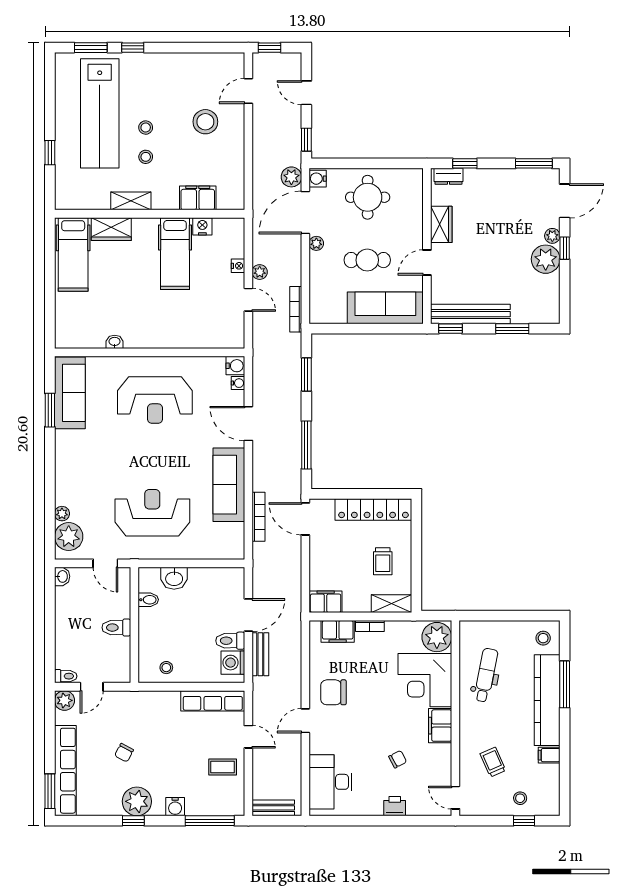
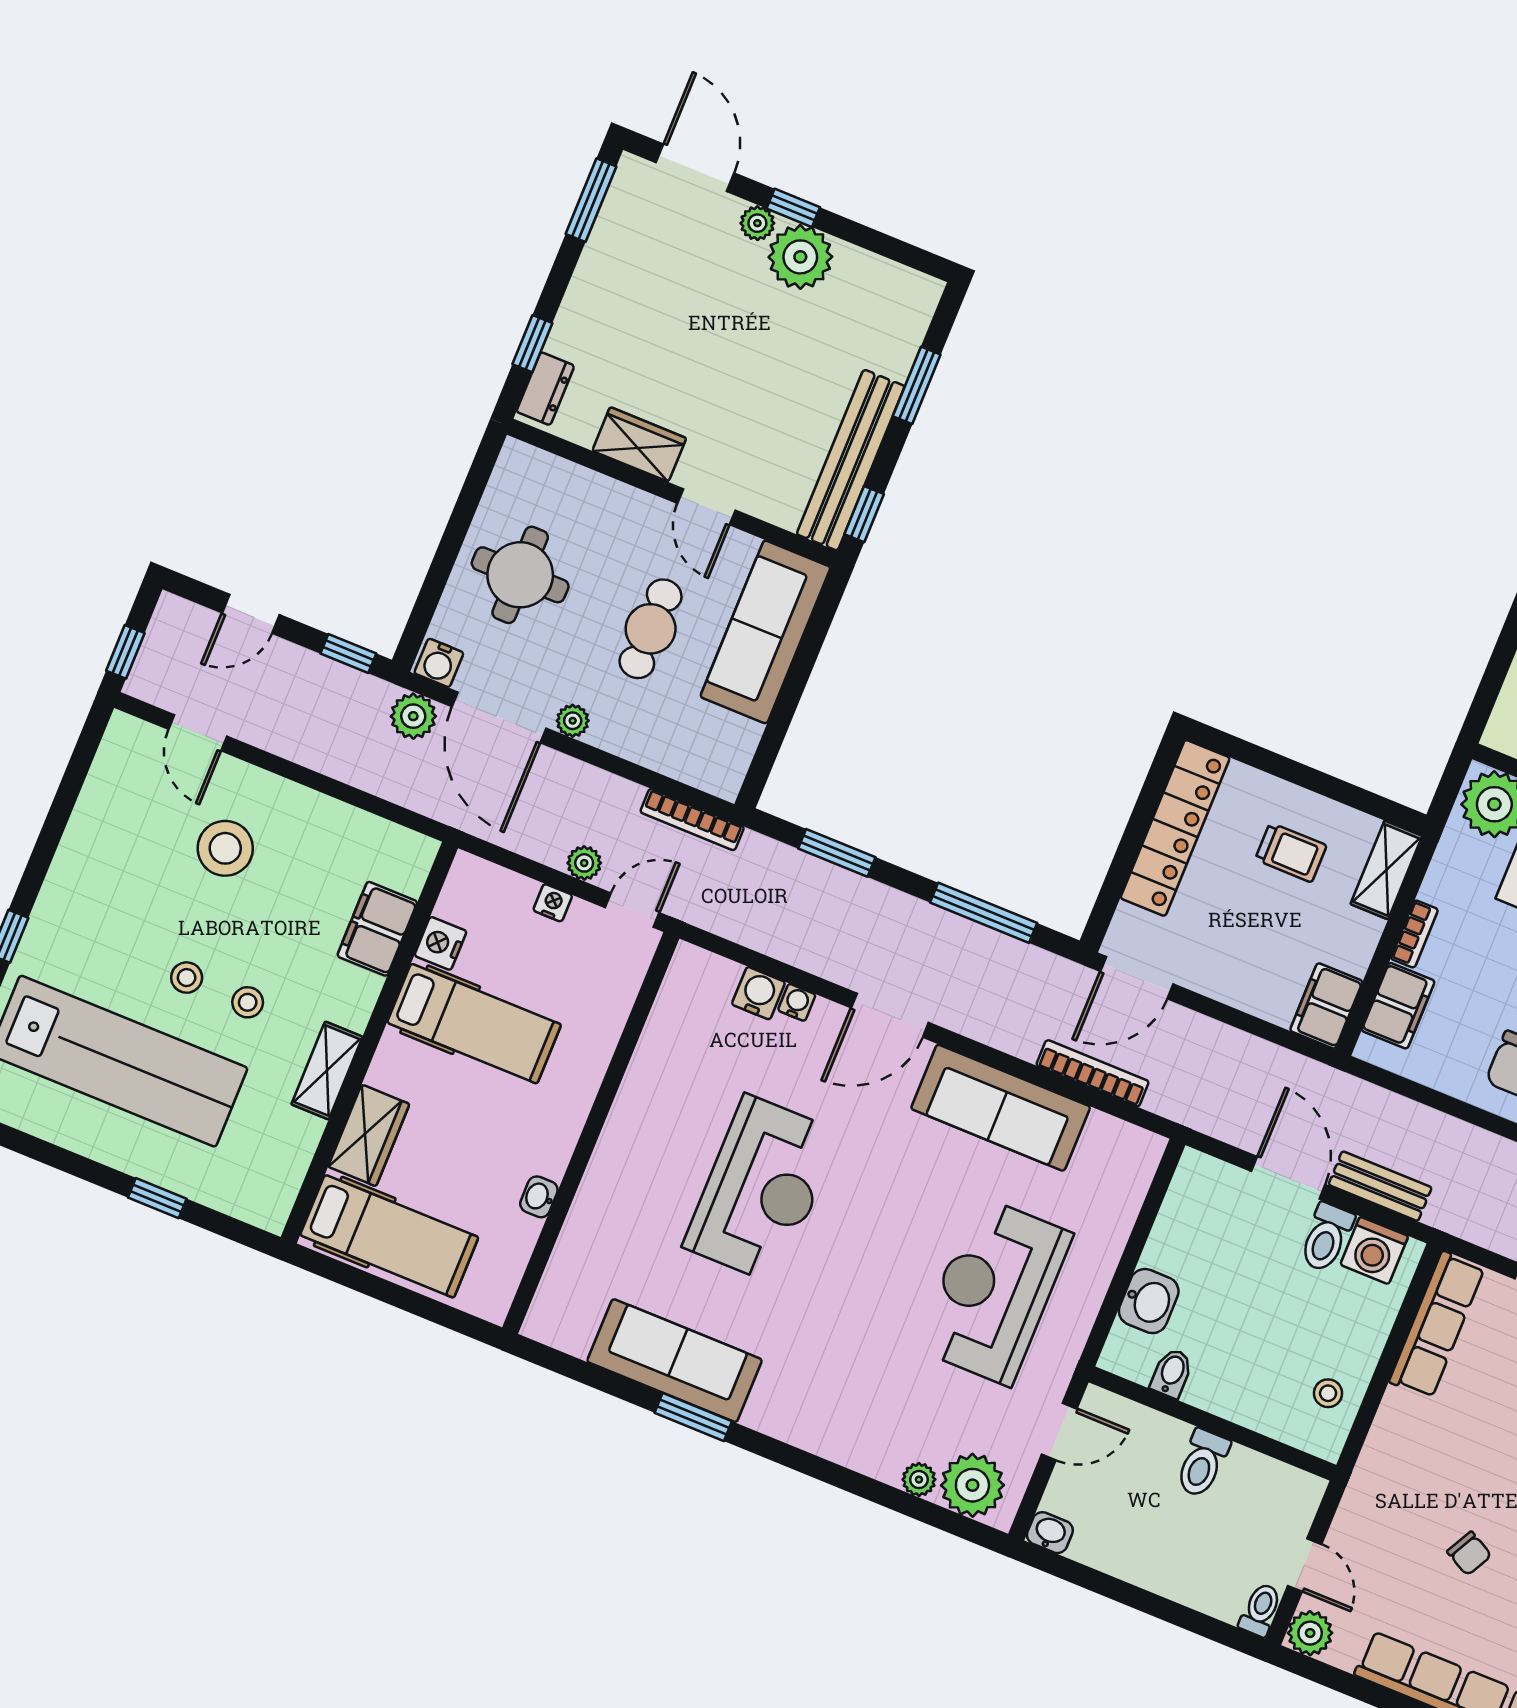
washbasin: (115, 342) -> (539, 1197), moved
wall: (150, 352) -> (591, 1133), moved

